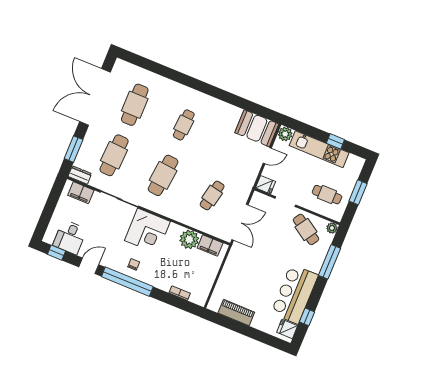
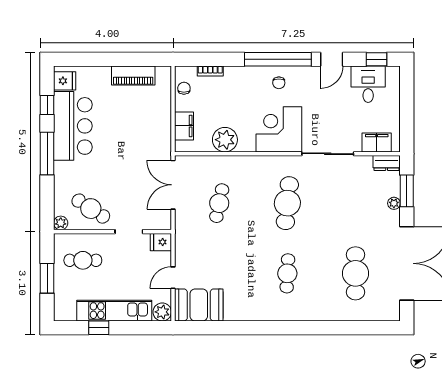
plant: (86, 144) -> (394, 203), added
cafe table: (114, 155) -> (356, 203), removed
filing cabinet: (210, 245) -> (184, 126), moved, turned 90
window: (329, 262) -> (47, 153), moved
chair: (203, 289) -> (184, 88), added

